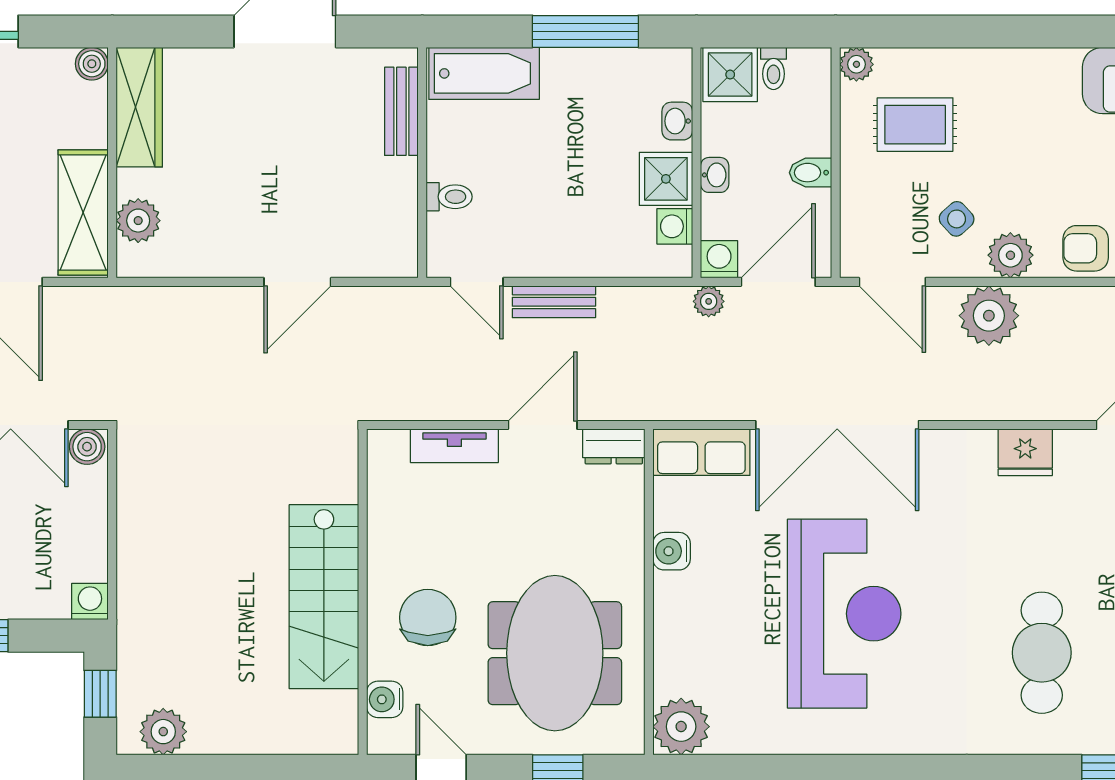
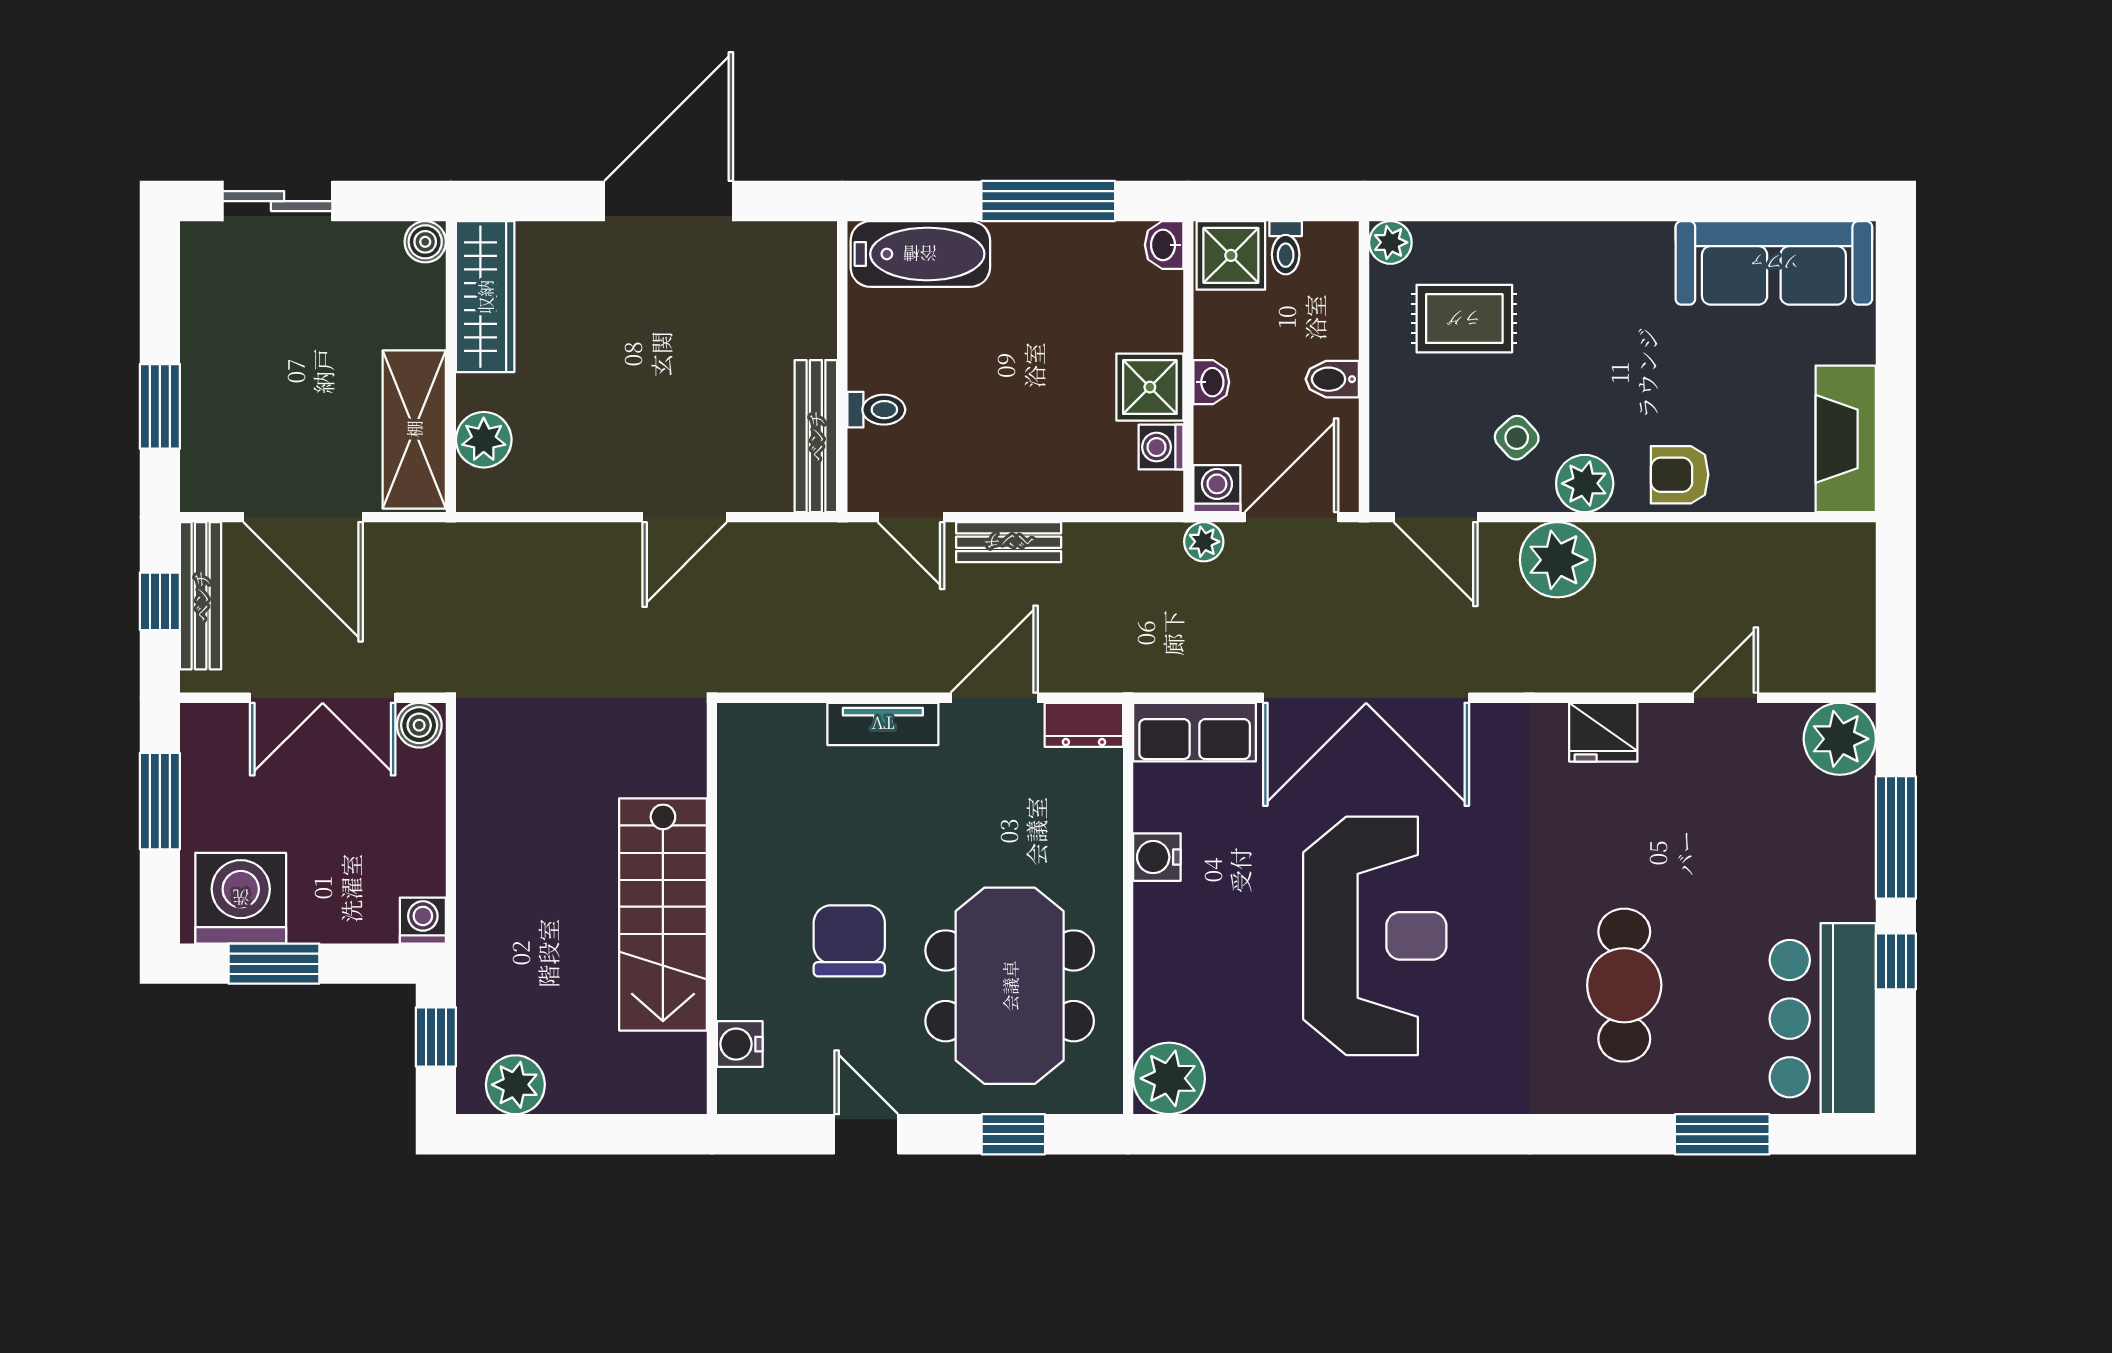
bench: (401, 111) -> (816, 436), moved, width x1.36
washbasin: (677, 121) -> (1164, 245), moved
wall: (363, 592) -> (712, 908), moved
stairs: (324, 597) -> (663, 914), moved
water cooler: (385, 699) -> (740, 1044), moved

